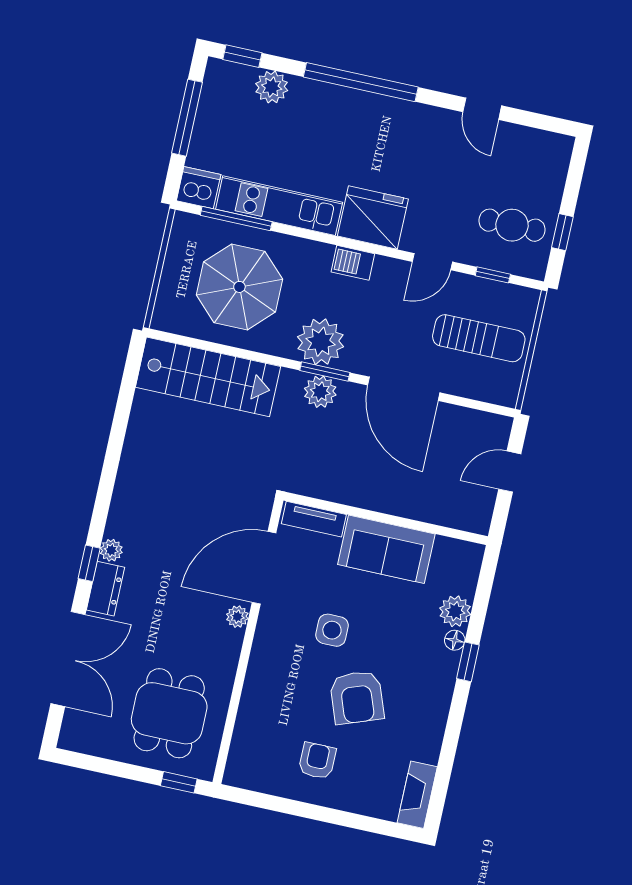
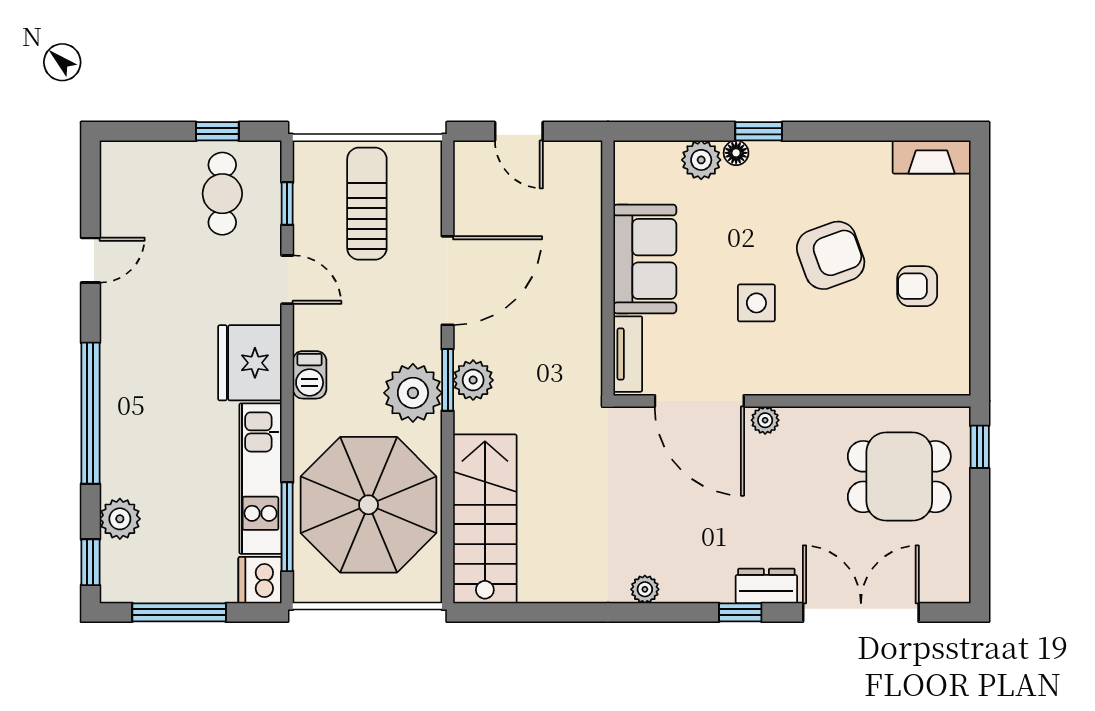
parasol: (239, 287) -> (369, 505), width x1.36, depth x1.36
plant: (111, 550) -> (645, 589), moved

